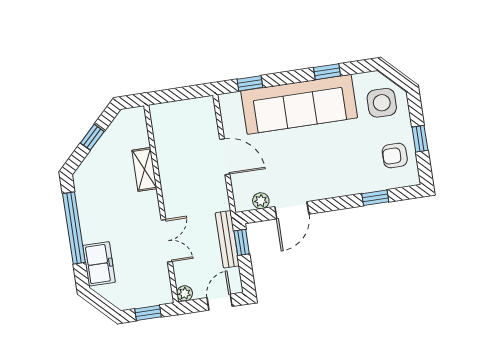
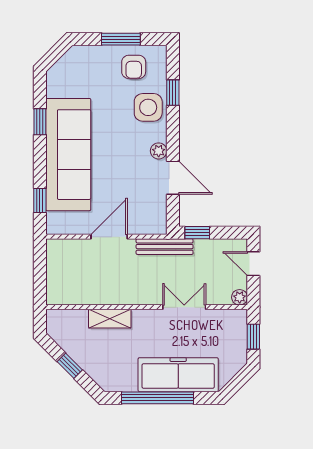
side table: (382, 103) -> (148, 107), moved
window: (420, 139) -> (121, 39), width x1.50
plant: (261, 201) -> (159, 151), moved
bench: (227, 239) -> (165, 247), moved
freezer: (99, 264) -> (178, 375), width x1.91, depth x1.26

